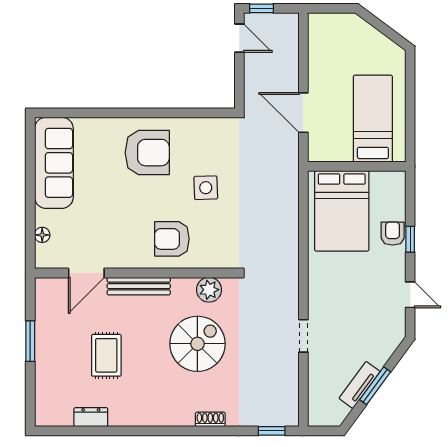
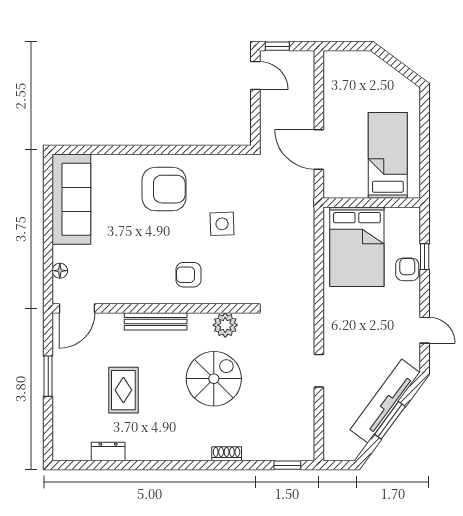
armchair: (172, 239) -> (188, 275), width x0.72, depth x0.72
window: (410, 239) -> (425, 257), moved
door: (86, 273) -> (77, 308), moved
tv unit: (359, 385) -> (385, 401), width x1.92, depth x1.29

